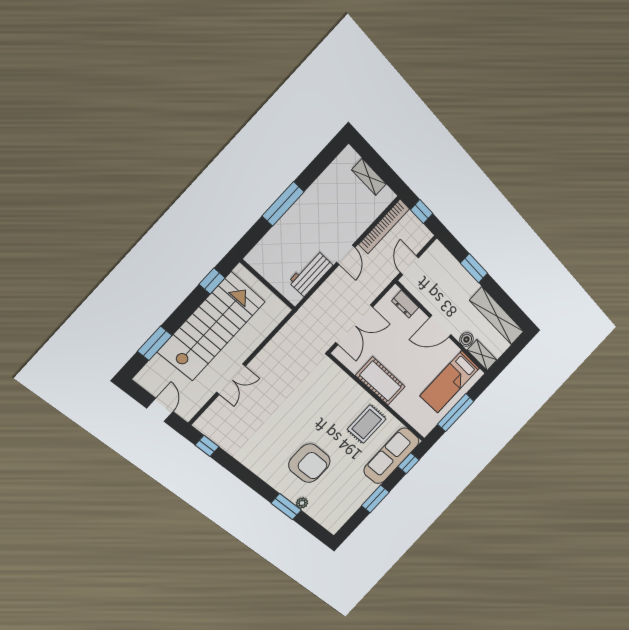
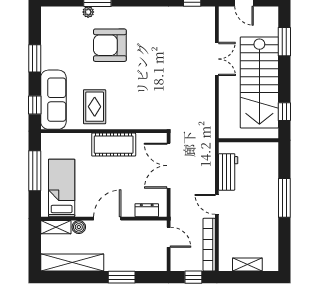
double door: (231, 379) -> (217, 59), swing flipped

